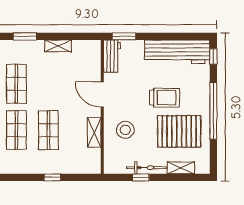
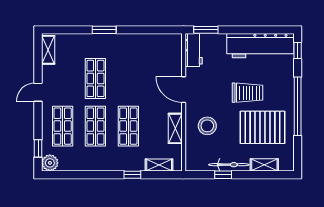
shelving: (58, 46) -> (159, 165), moved

